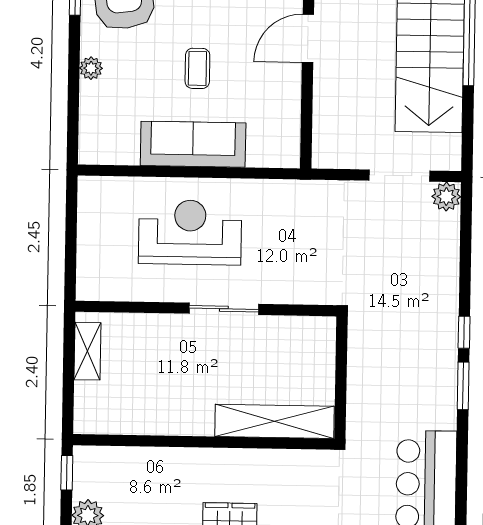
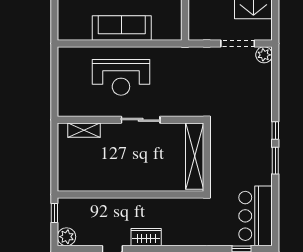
reception desk: (190, 232) -> (121, 77), turned 180
shelving: (87, 351) -> (84, 130), moved, turned 90
shelving: (275, 421) -> (195, 156), moved, turned 90

